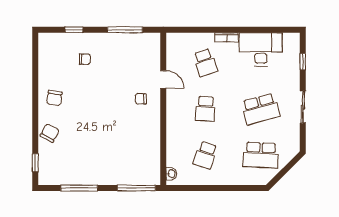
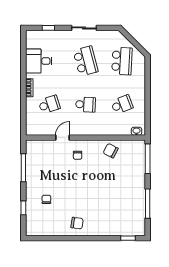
desk: (261, 49) -> (39, 61), width x0.73
chair: (50, 133) -> (111, 151), moved
school desk: (205, 155) -> (122, 104), turned -39

